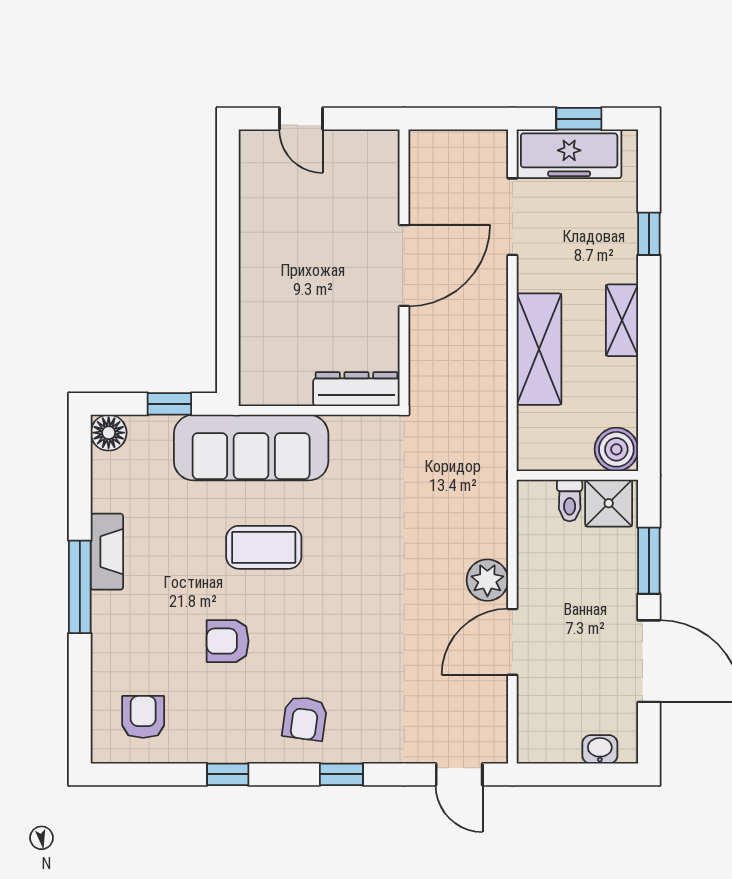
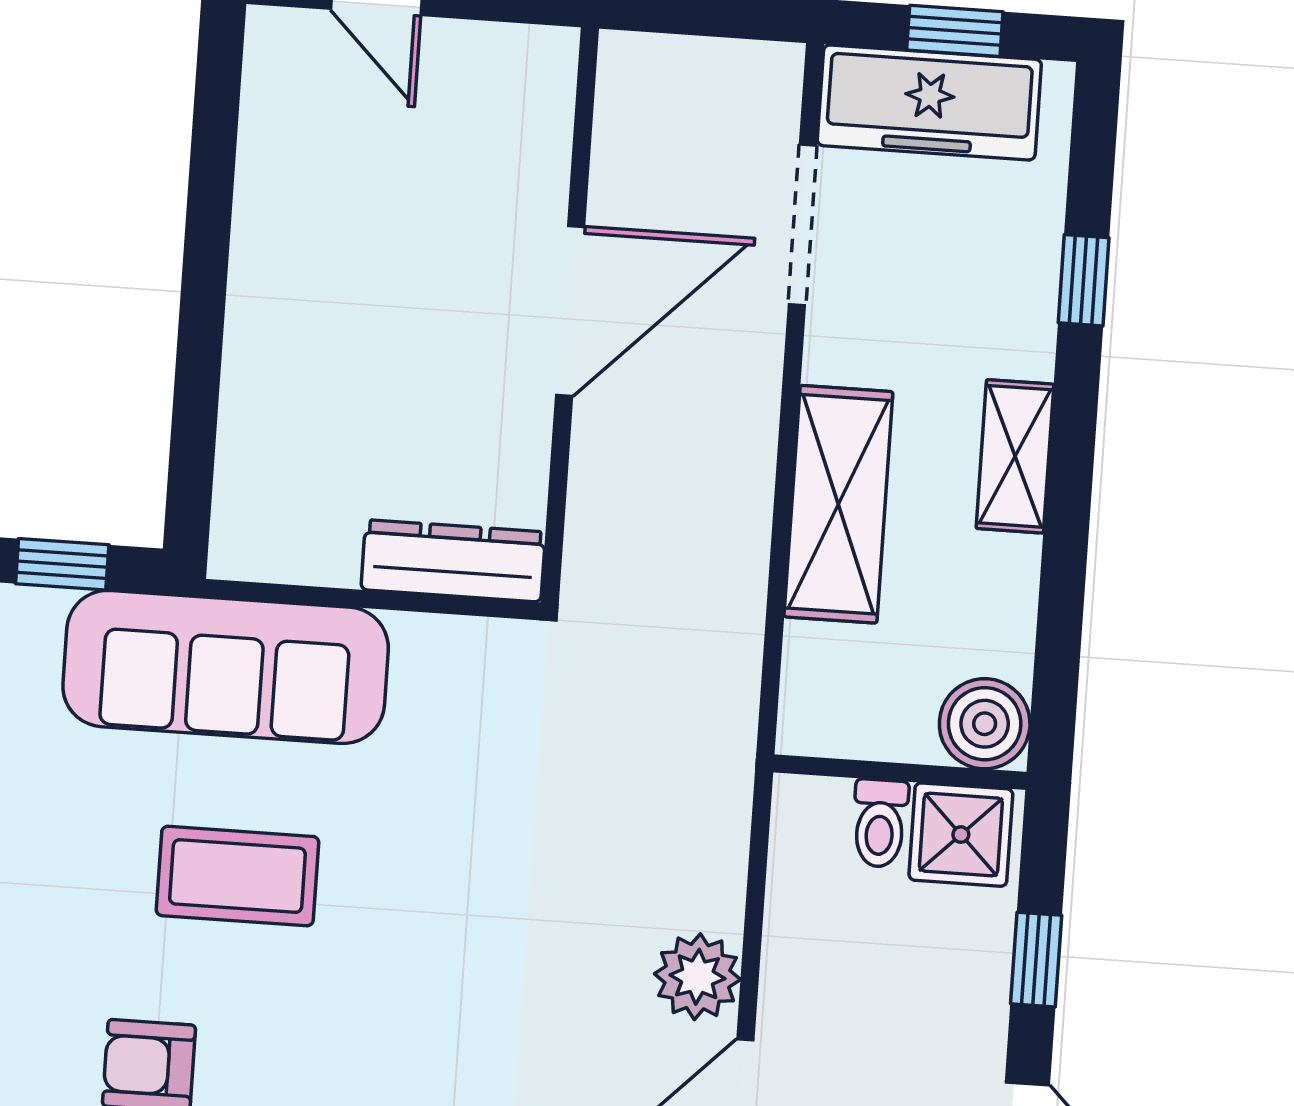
window: (649, 561) -> (1036, 960), width x0.67

